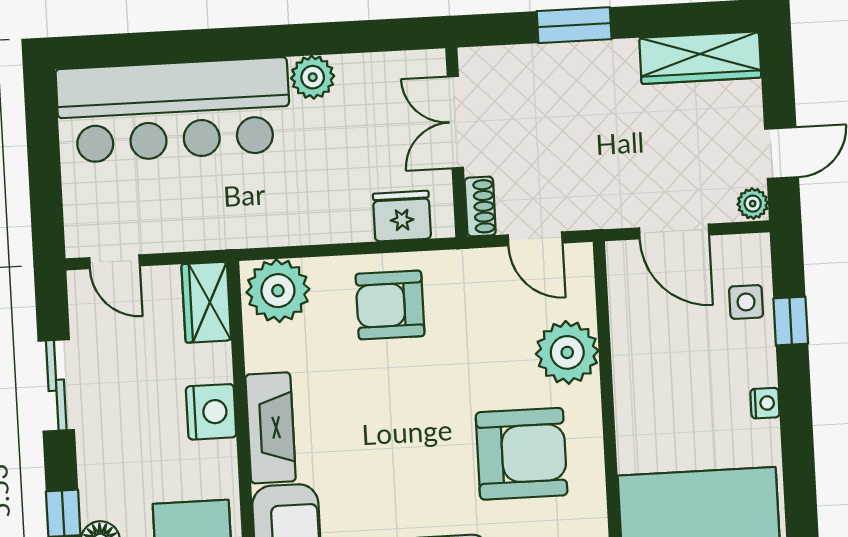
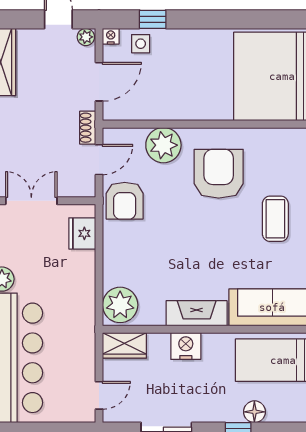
double door: (455, 122) -> (31, 201), swing flipped
shoe rack: (480, 206) -> (88, 128), moved, turned -90
armchair: (390, 305) -> (125, 201), moved
nightstand: (765, 403) -> (111, 36), moved

